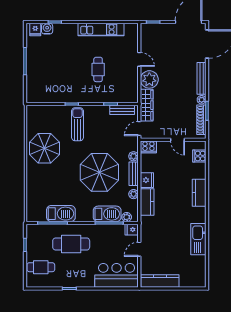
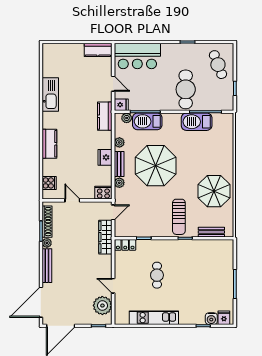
plant: (149, 79) -> (102, 306), moved
locker: (128, 98) -> (125, 245), added
bench: (122, 110) -> (211, 232), moved
kitchen counter: (147, 202) -> (105, 116), moved
cafe table: (71, 244) -> (186, 89), turned 90
door: (139, 249) -> (113, 84), hinge flipped
cafe table: (41, 267) -> (218, 65), turned 69
kitchen counter: (160, 281) -> (98, 50), width x0.67

